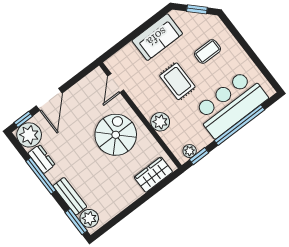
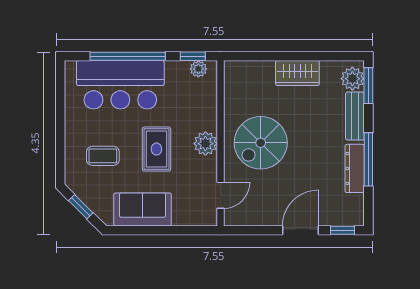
plant: (160, 122) -> (205, 144), moved
plant: (29, 135) -> (349, 210), removed
dresser: (42, 159) -> (355, 168), width x1.44
wardrobe: (153, 175) -> (297, 73), moved

